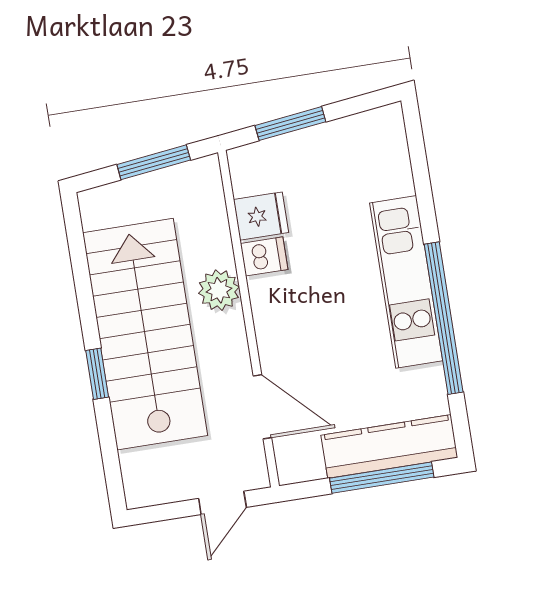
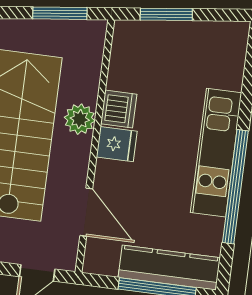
fridge: (261, 216) -> (117, 144), moved
dishwasher: (264, 256) -> (119, 109), width x1.38

